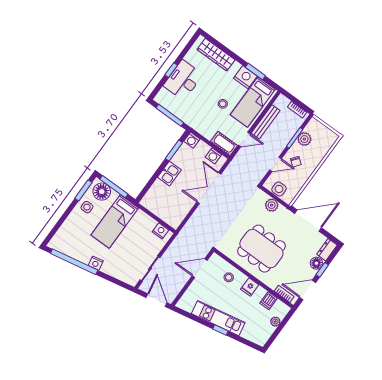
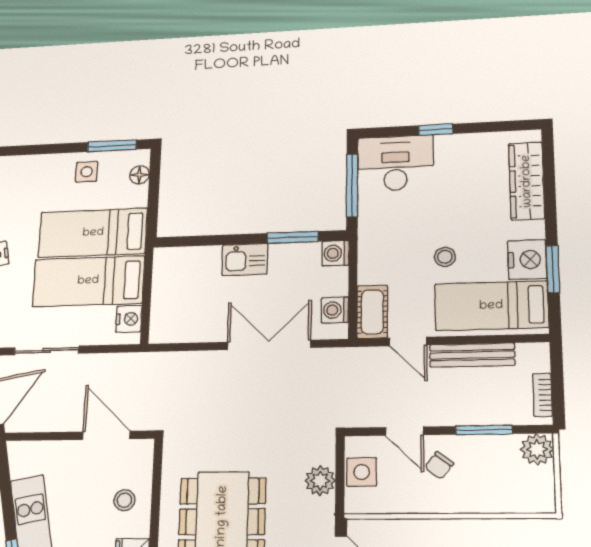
desk: (183, 80) -> (395, 163), moved
plant: (304, 139) -> (537, 449), moved
window: (114, 187) -> (154, 188), removed
floor lamp: (102, 192) -> (140, 175), width x0.53, depth x0.53
bed: (134, 236) -> (88, 281), added

